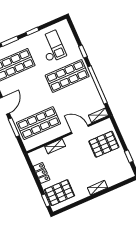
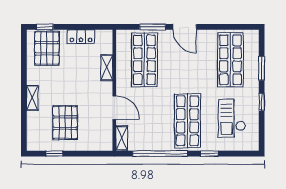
checkout: (52, 47) -> (232, 118), turned 90
door: (80, 129) -> (114, 108), hinge flipped
pallet: (104, 144) -> (65, 123), moved

